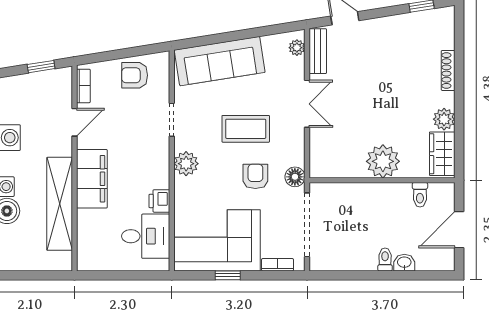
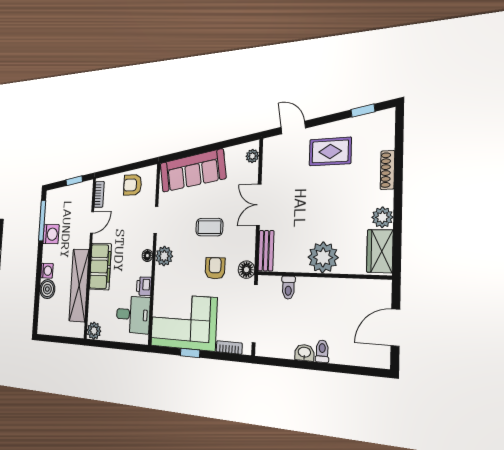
rug: (387, 48) -> (330, 152), added
bench: (318, 51) -> (266, 251), moved
double door: (307, 104) -> (259, 205), swing flipped
coffee table: (246, 129) -> (209, 227), width x0.73, depth x0.77
floor lamp: (162, 163) -> (147, 256), added
toilet: (420, 195) -> (288, 288), moved
plant: (88, 260) -> (94, 331), added
washbasin: (404, 263) -> (304, 353), moved

